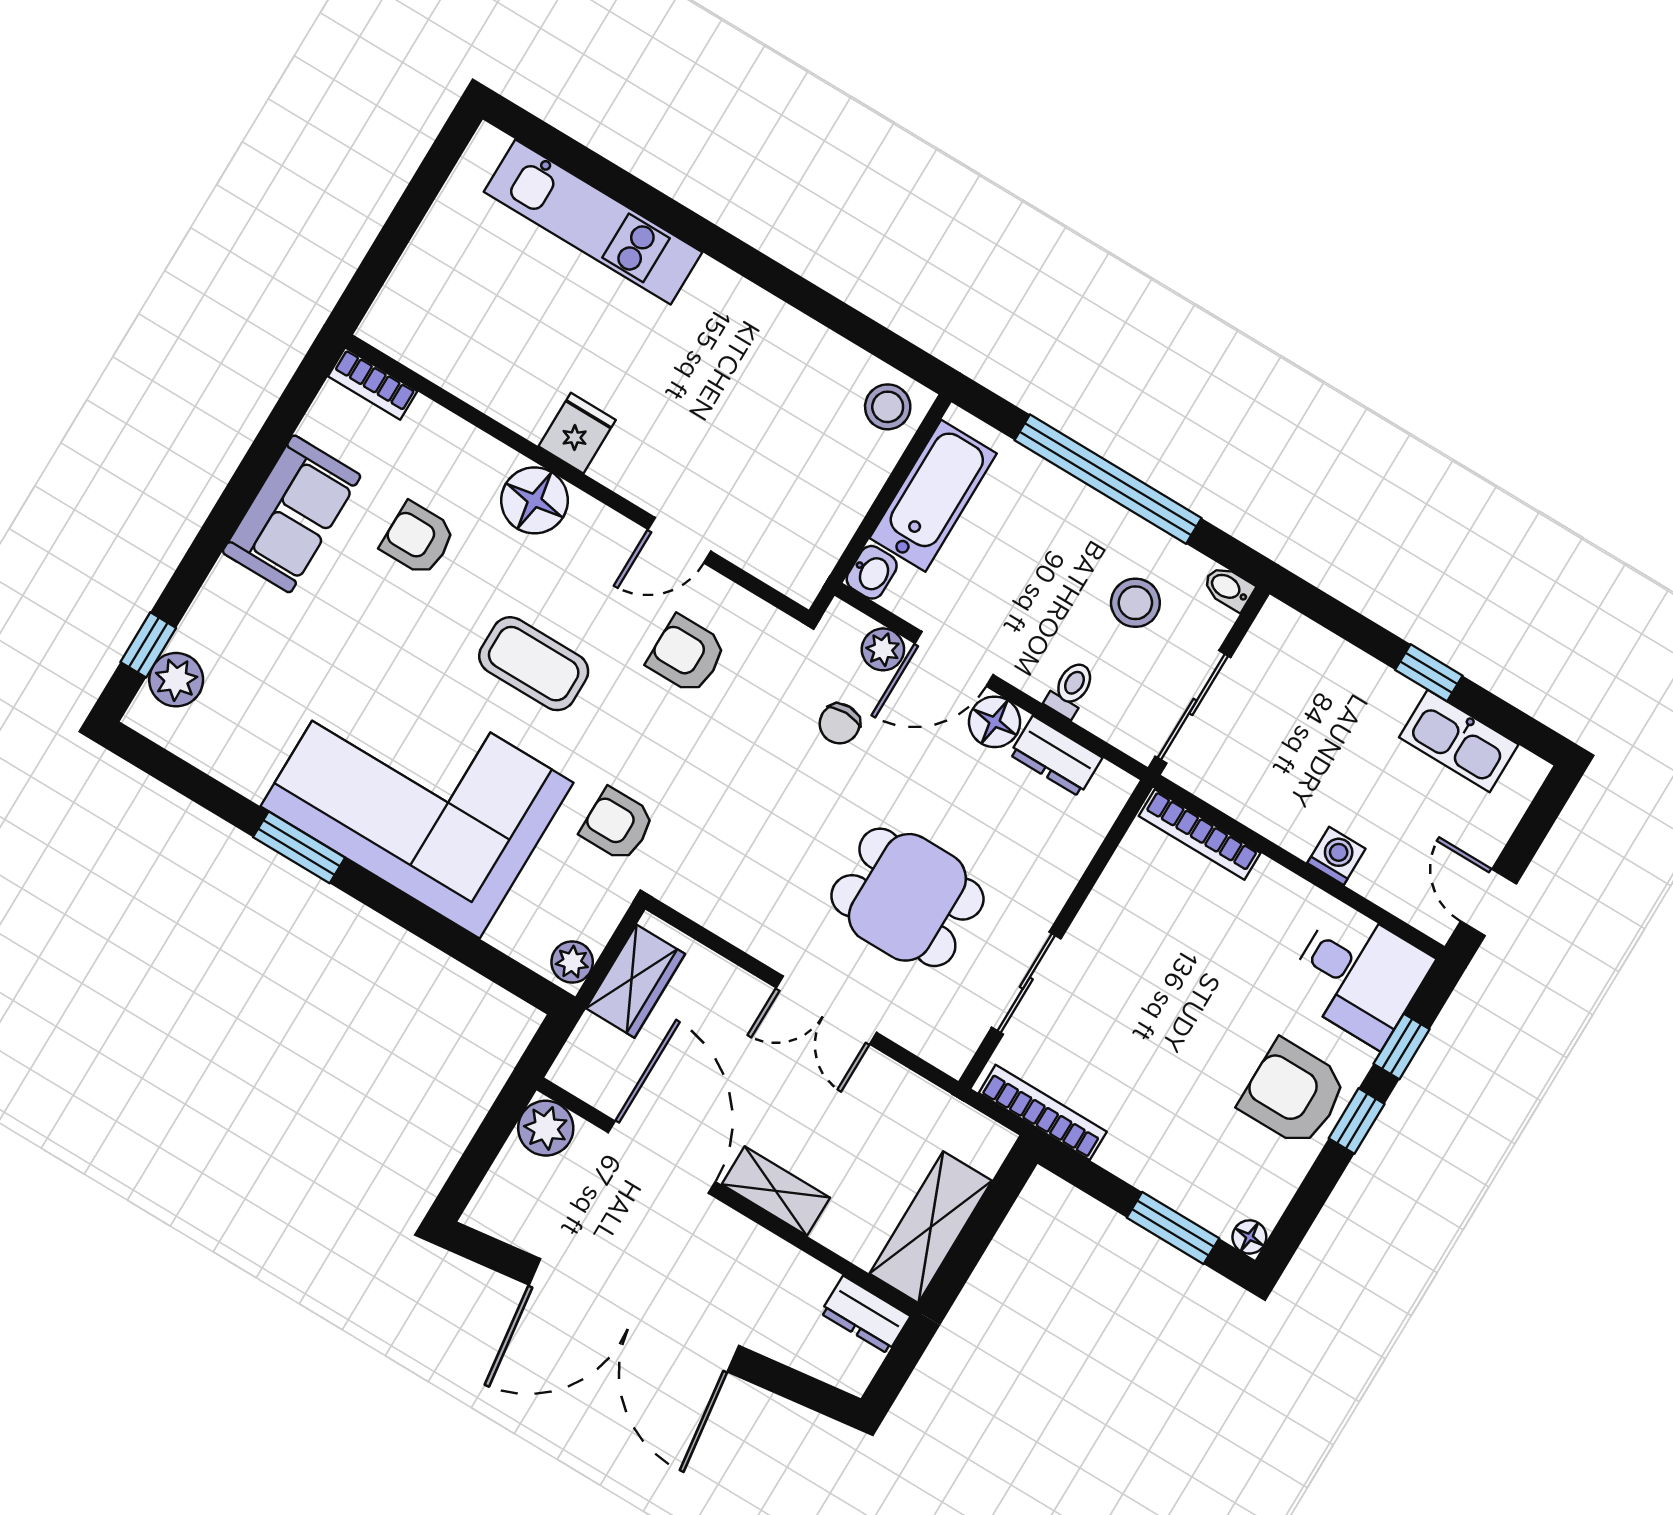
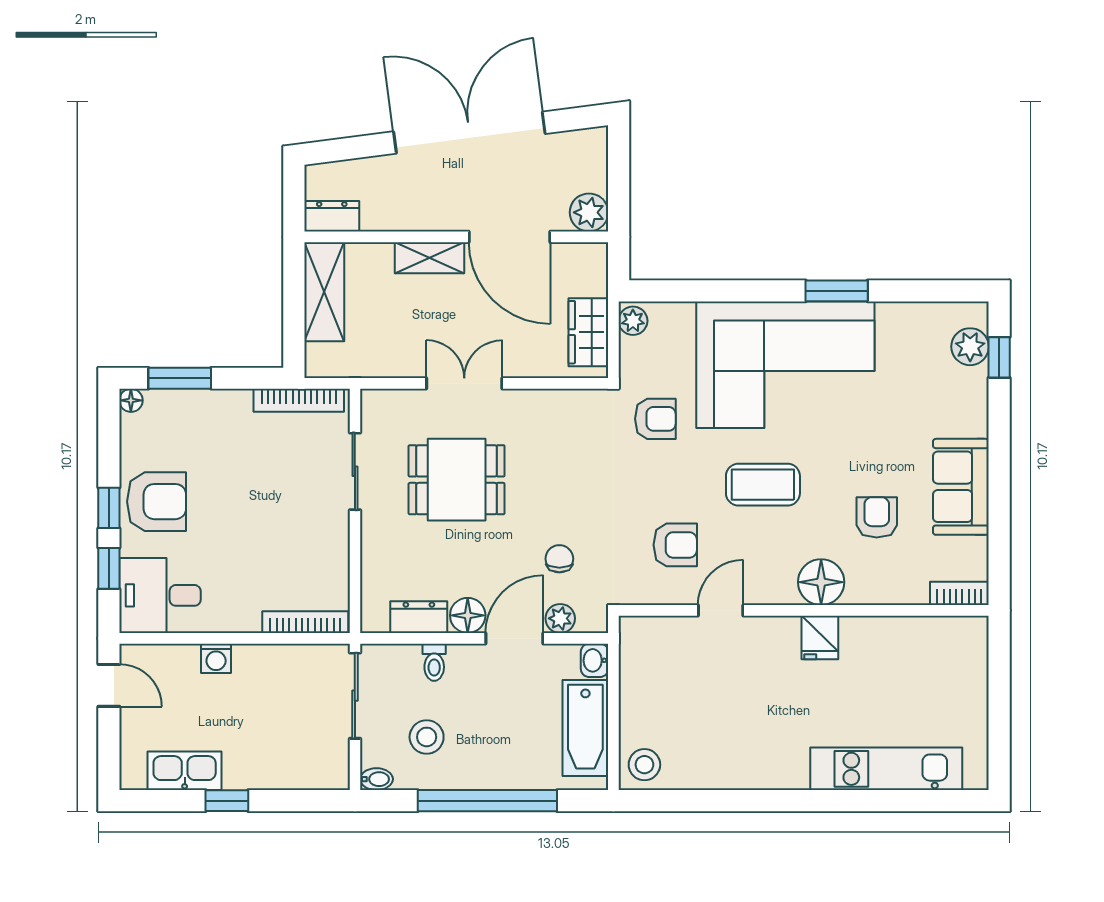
armchair: (418, 539) -> (877, 517), turned -90

